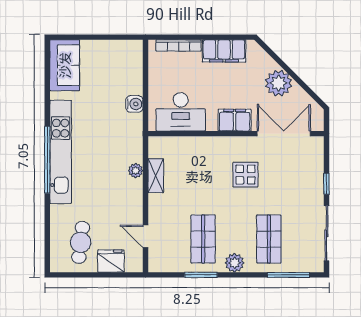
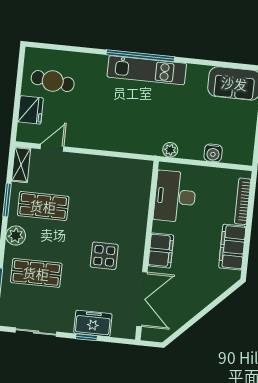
plant: (279, 83) -> (194, 299), removed
water cooler: (134, 104) -> (213, 153), moved
kitchen unit: (61, 152) -> (147, 70), width x0.73
plant: (136, 171) -> (170, 150), moved
shelving: (156, 176) -> (21, 165), moved, turned 90
freezer: (312, 179) -> (93, 323), added
sliding door: (326, 233) -> (36, 332), width x0.73

